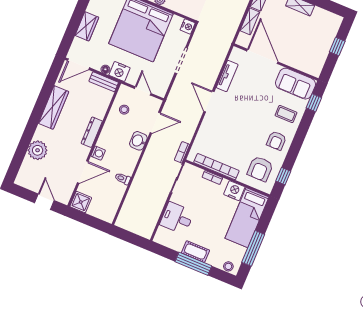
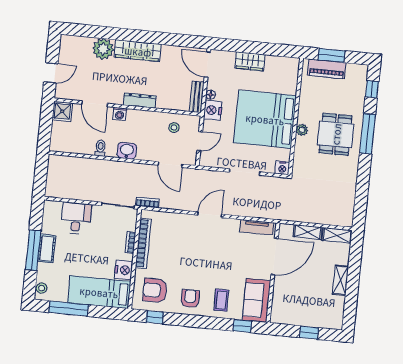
tv unit: (227, 76) -> (257, 227), moved
wardrobe: (54, 107) -> (138, 51), moved
washbasin: (138, 141) -> (127, 151), moved
armchair: (277, 141) -> (190, 299), turned 90

